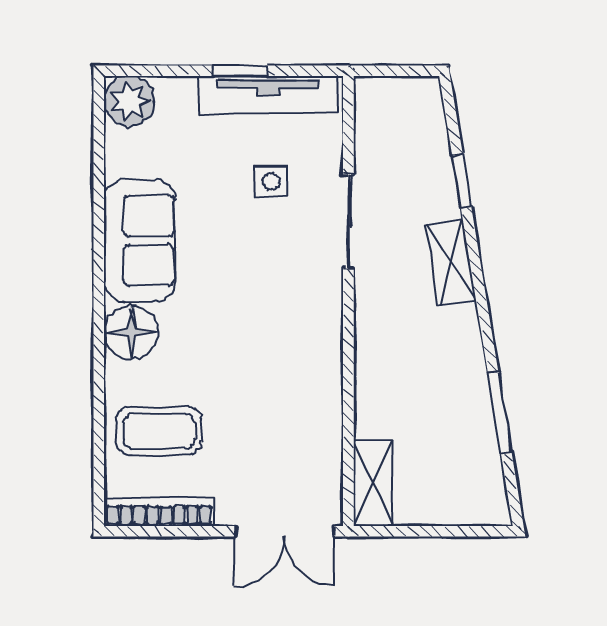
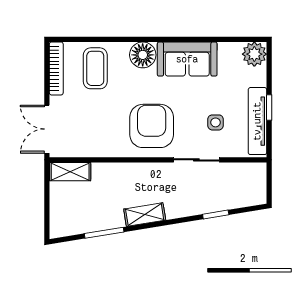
shelving: (451, 263) -> (145, 215), moved
armchair: (278, 314) -> (152, 126), added

